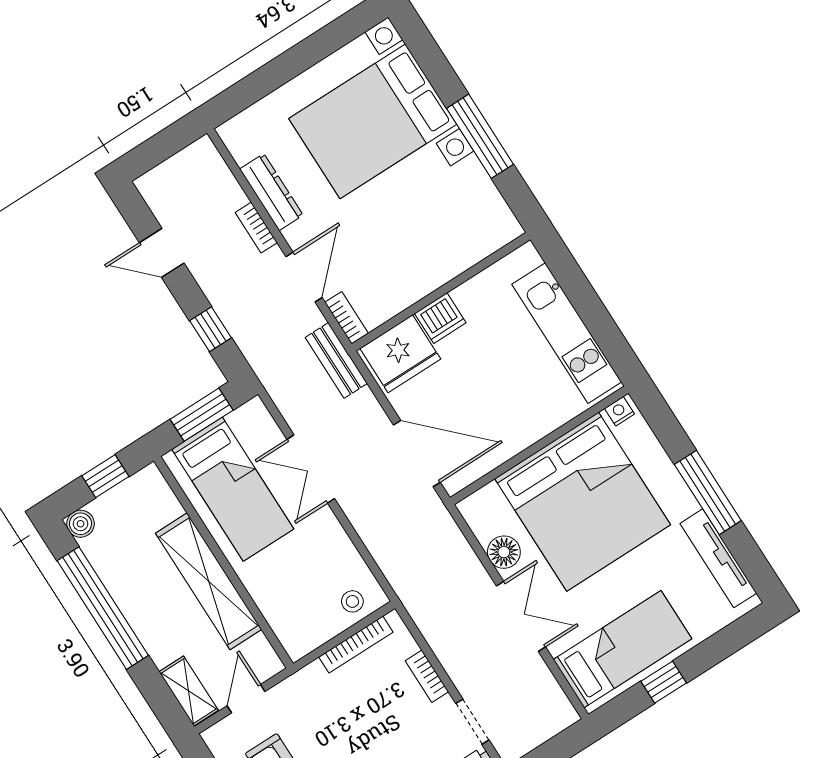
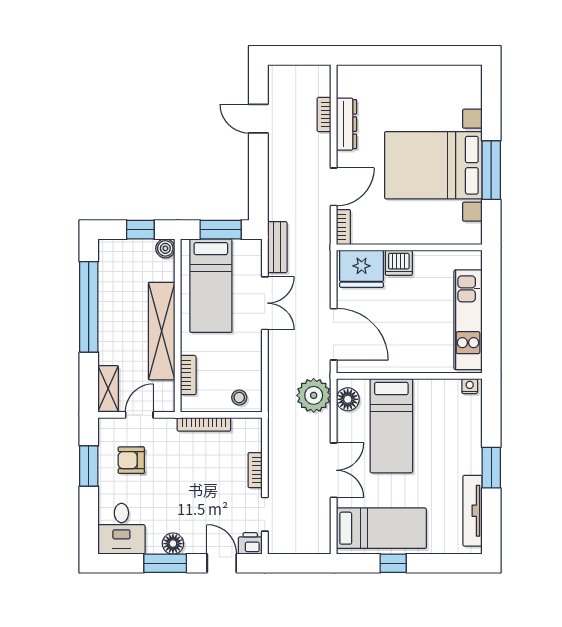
bed with nightstands: (373, 121) -> (433, 165), moved
bookcase: (256, 228) -> (324, 115), moved
window: (211, 329) -> (258, 182), removed
bench: (336, 360) -> (277, 247), moved
double door: (311, 469) -> (265, 303), swing flipped
window: (708, 493) -> (491, 468), width x0.69
bed: (583, 502) -> (391, 426), width x0.49
boiler: (81, 524) -> (165, 248), moved
plant: (440, 542) -> (314, 395), added
floor lamp: (504, 552) -> (348, 399), moved
bookcase: (274, 614) -> (188, 375), added
bookcase: (356, 645) -> (204, 424), moved

